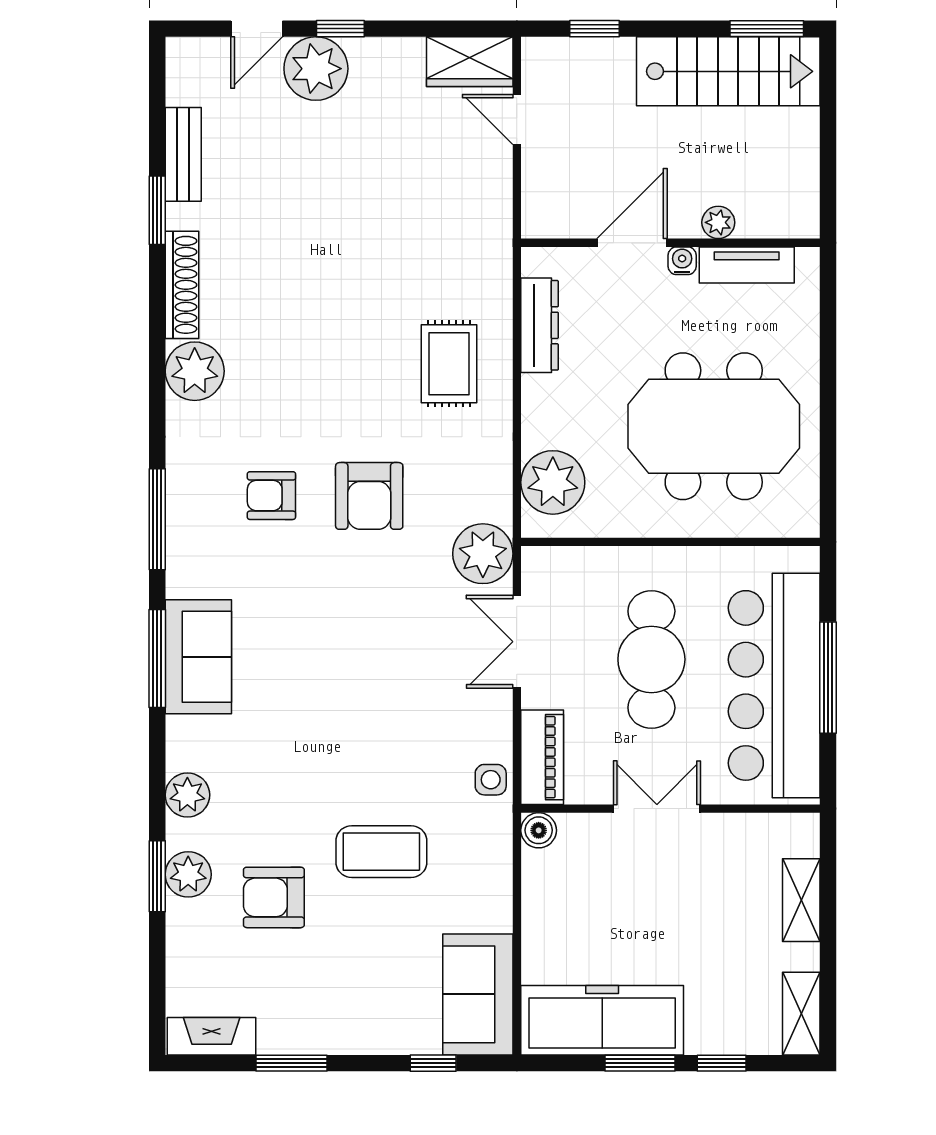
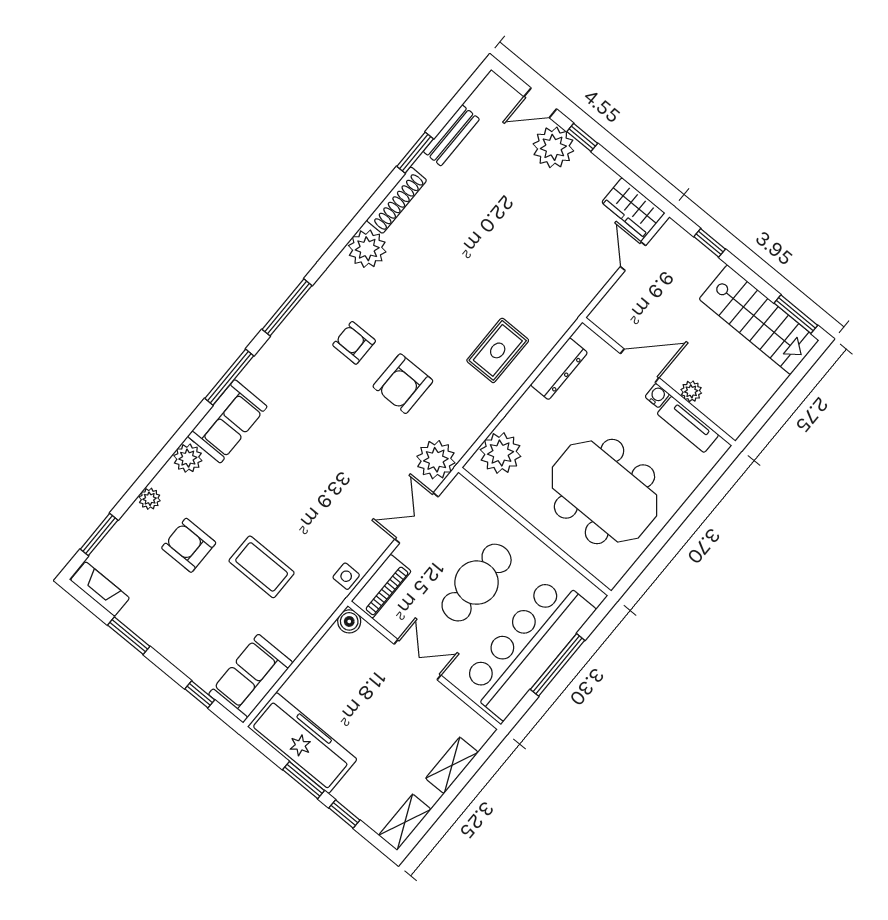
sofa: (198, 657) -> (227, 421), moved
plant: (188, 874) -> (150, 499), width x0.73, depth x0.73
window: (157, 876) -> (99, 535), moved

